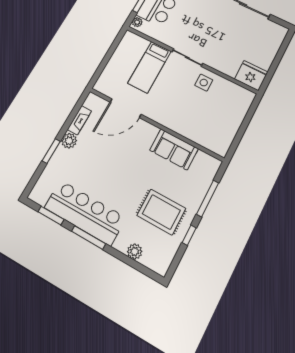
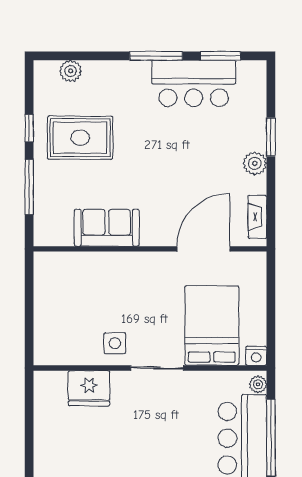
nightstand: (130, 37) -> (256, 356), added
bed: (149, 67) -> (212, 326), width x1.50
fridge: (251, 76) -> (89, 388), moved
fireplace: (79, 120) -> (257, 217), moved
bar counter: (85, 213) -> (194, 83), width x0.73
plant: (135, 252) -> (71, 71), moved

